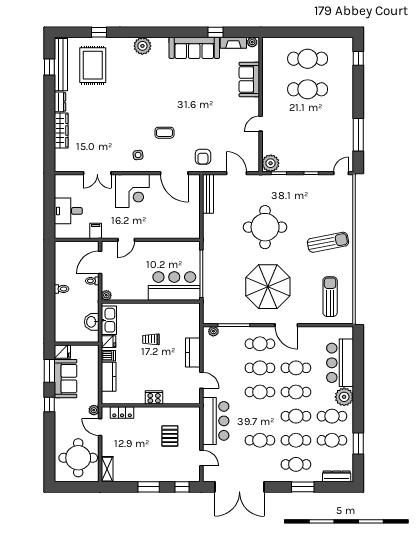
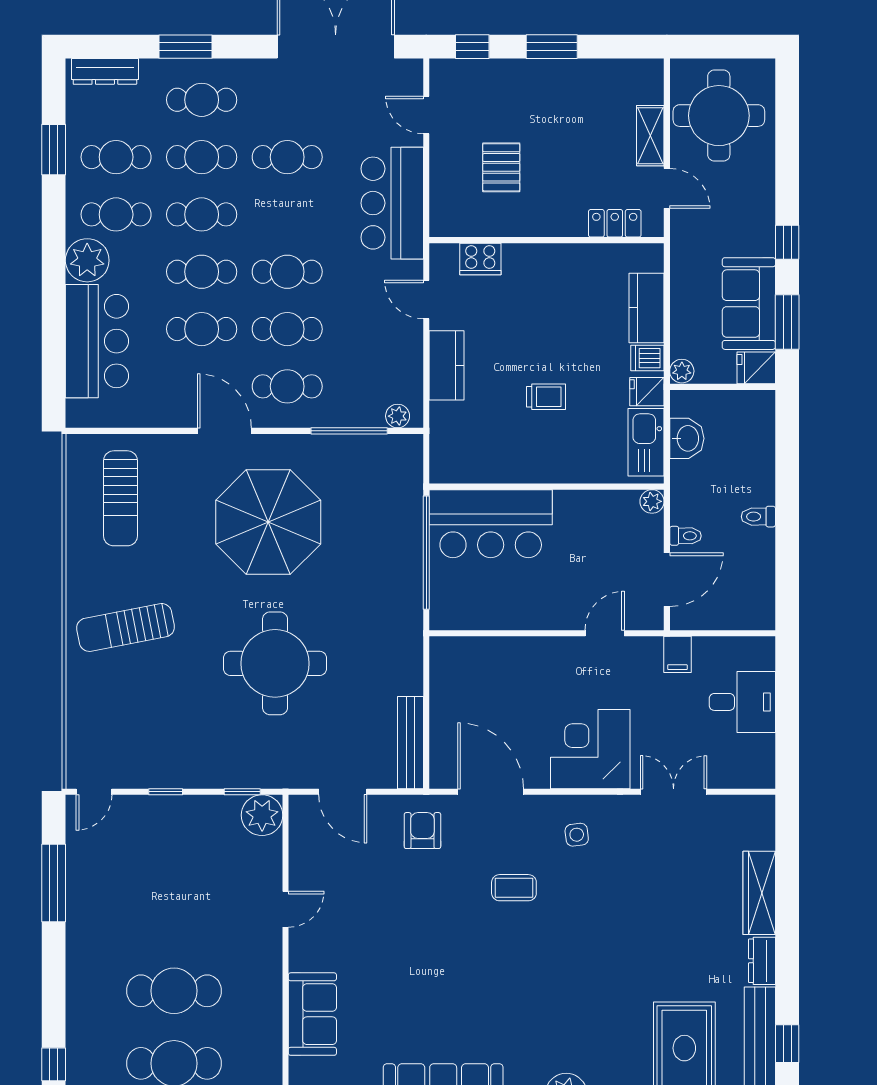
cooker: (154, 397) -> (480, 259), moved
plant: (94, 410) -> (682, 371), moved
shelving: (107, 469) -> (650, 136), moved

